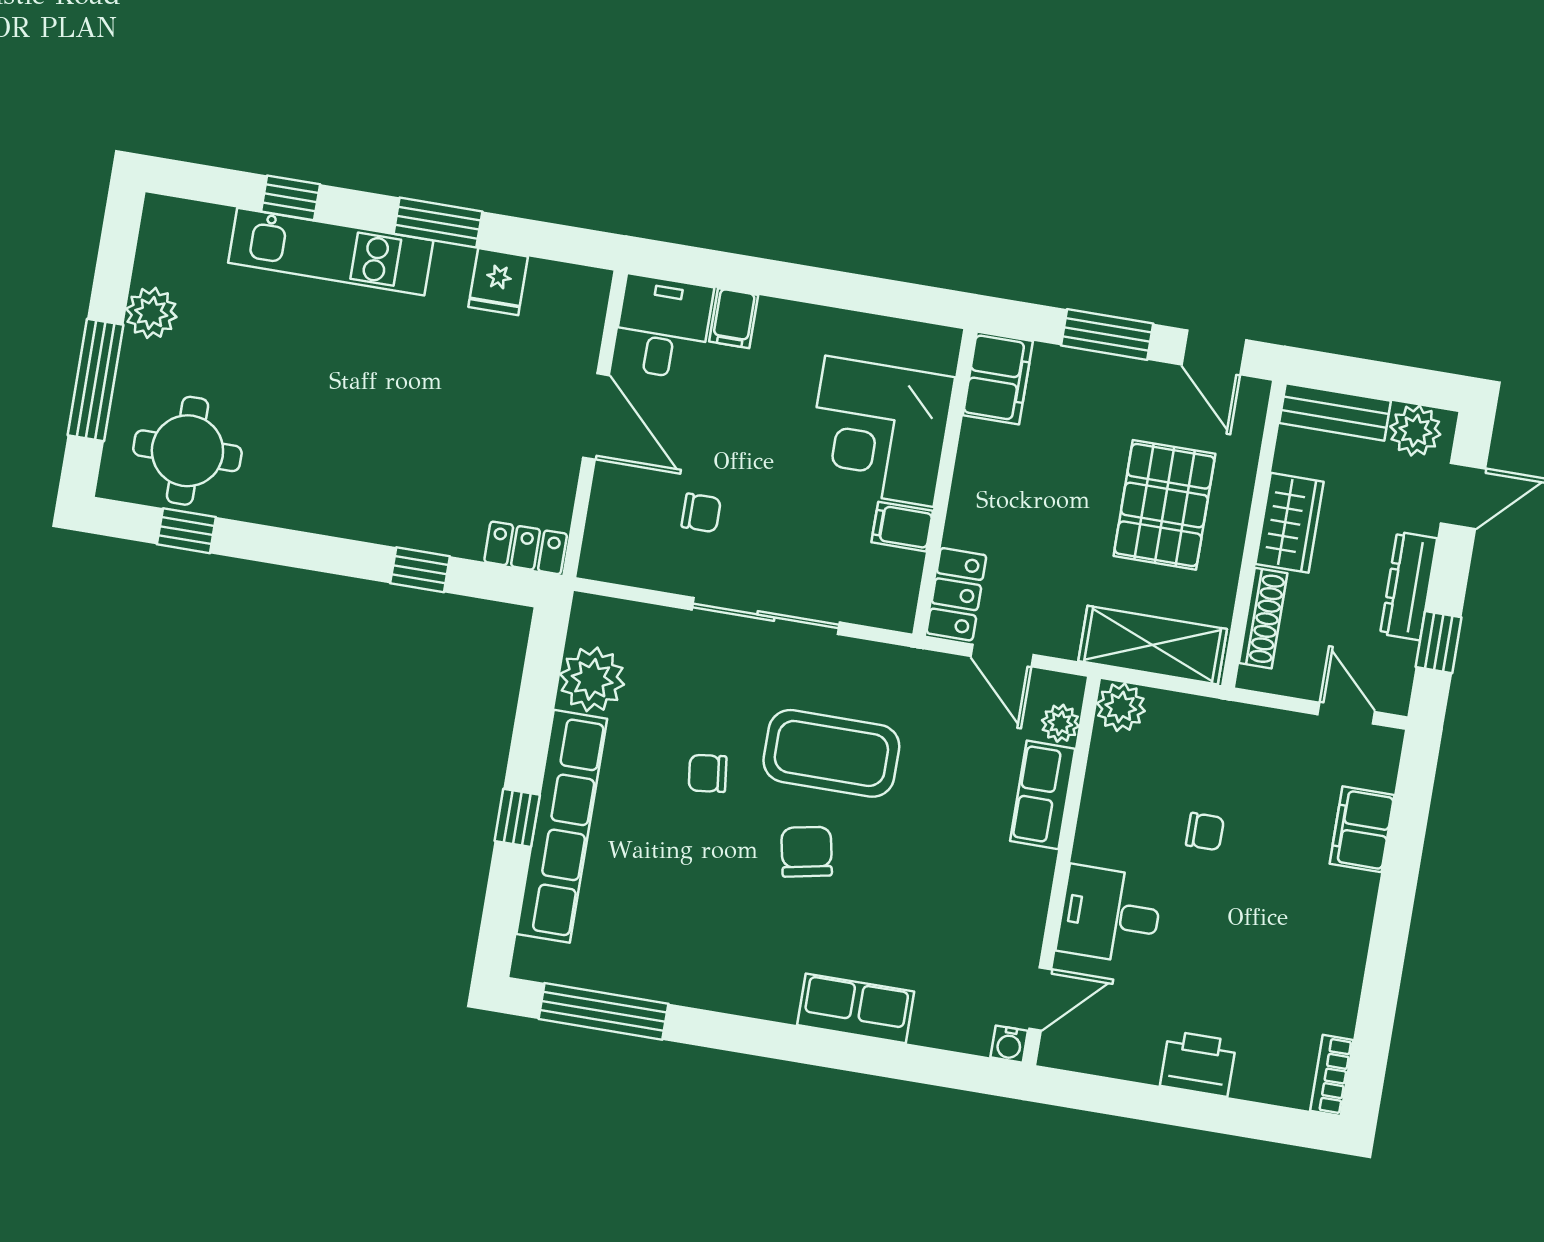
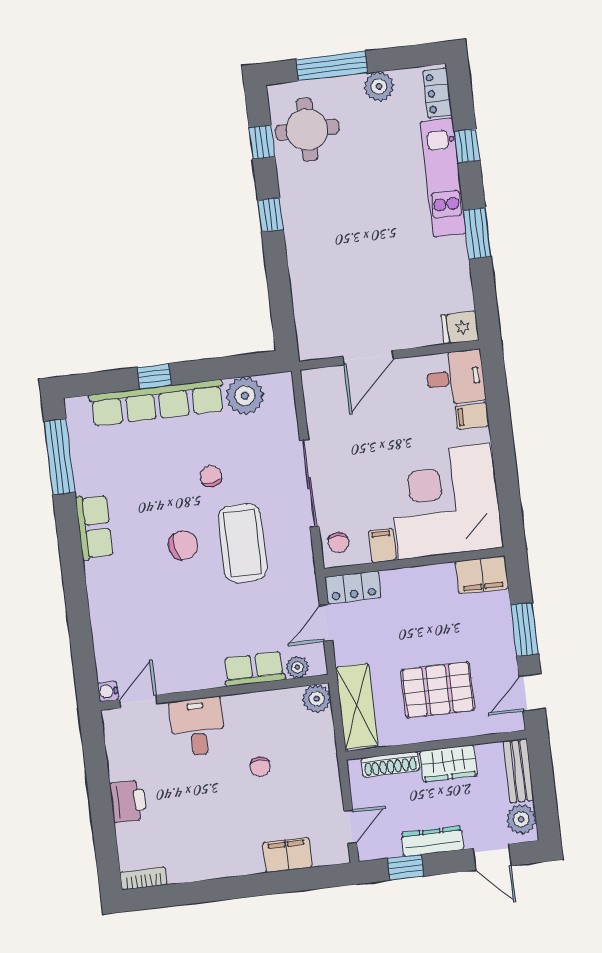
fridge: (498, 282) -> (460, 328), moved
door: (596, 416) -> (368, 358), moved
corner desk: (879, 431) -> (445, 501), width x1.36, depth x1.36
chair: (701, 513) -> (338, 543), moved
locker: (526, 548) -> (437, 93), moved, turned 180
window: (420, 570) -> (271, 215), moved
door: (1040, 999) -> (139, 701), swing flipped
row of seats: (856, 1008) -> (94, 527), moved

